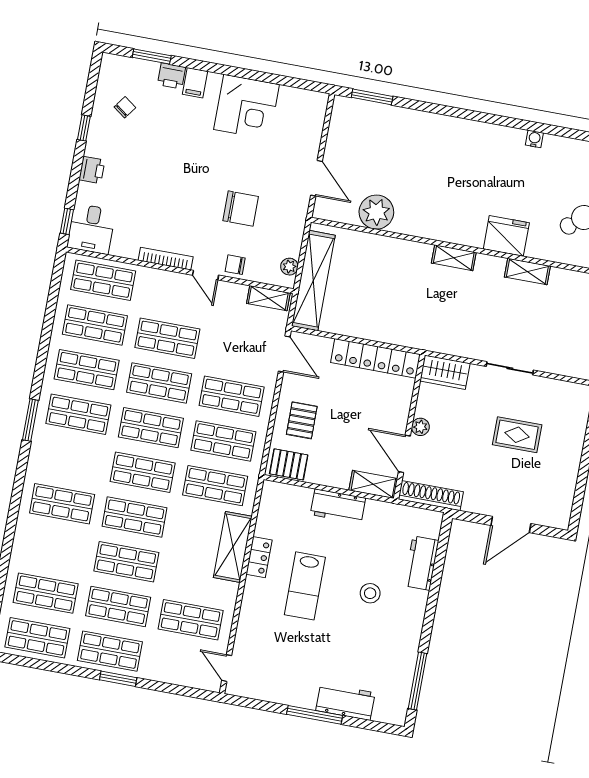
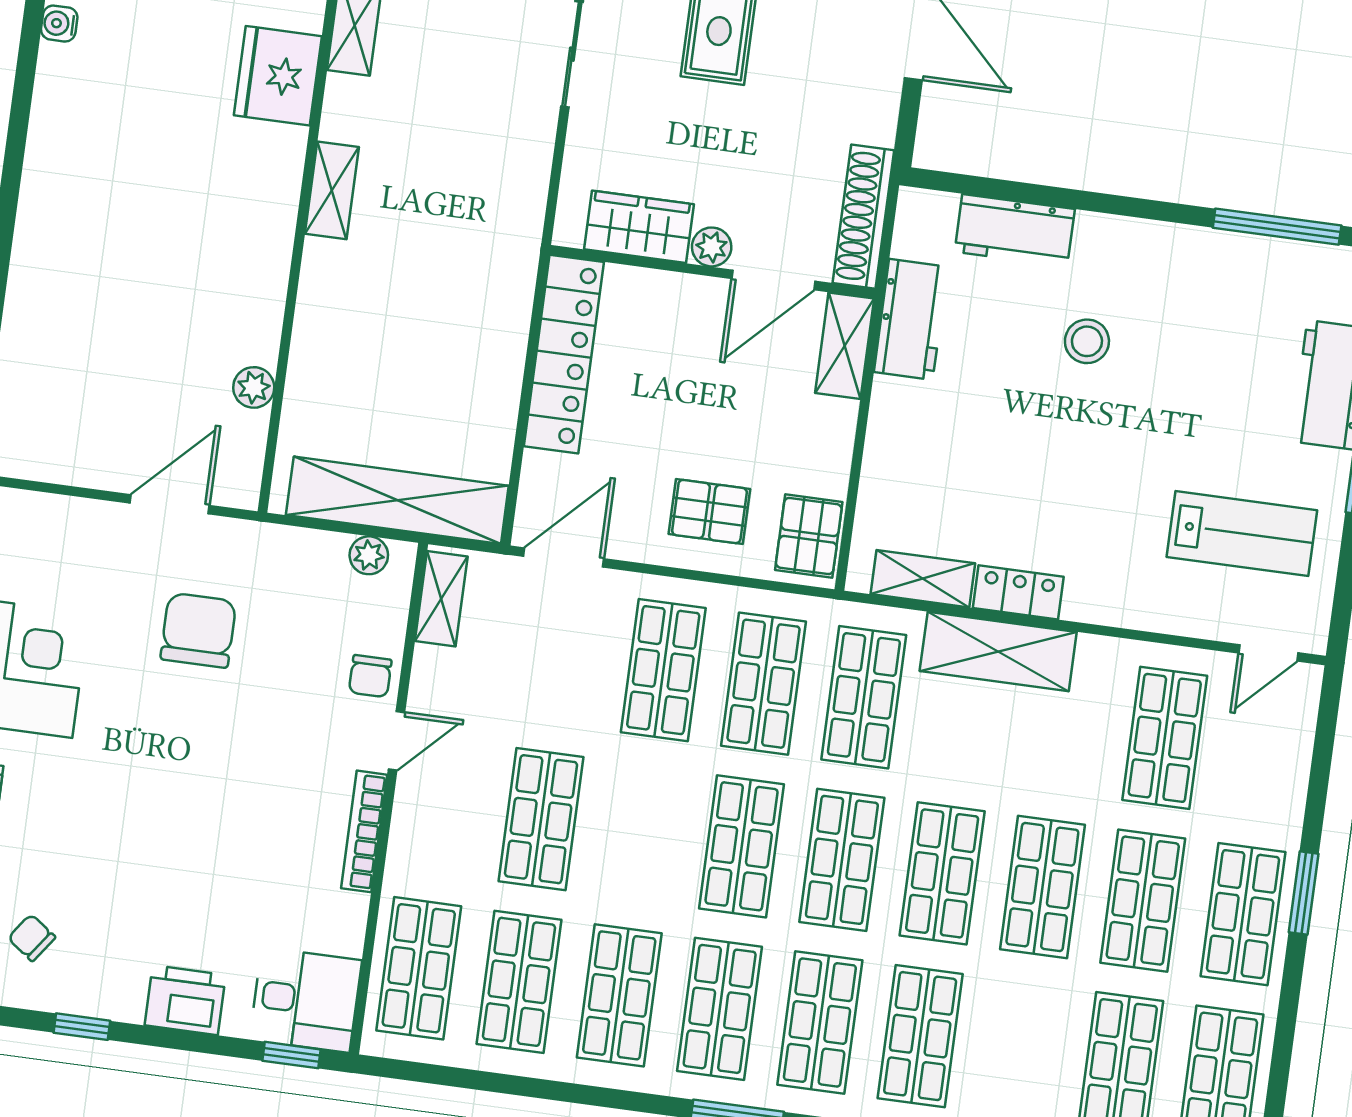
printer: (92, 170) -> (185, 1000), width x1.36, depth x1.24
chair: (241, 209) -> (198, 630), moved
plant: (376, 212) -> (254, 387), width x0.53, depth x0.53
wardrobe: (445, 372) -> (639, 227), moved, turned -90
shop shelf: (159, 383) -> (820, 1023), moved
workbench: (338, 506) -> (911, 319), moved
shelving: (267, 515) -> (923, 579), added
lab bench: (305, 586) -> (1242, 534), moved

